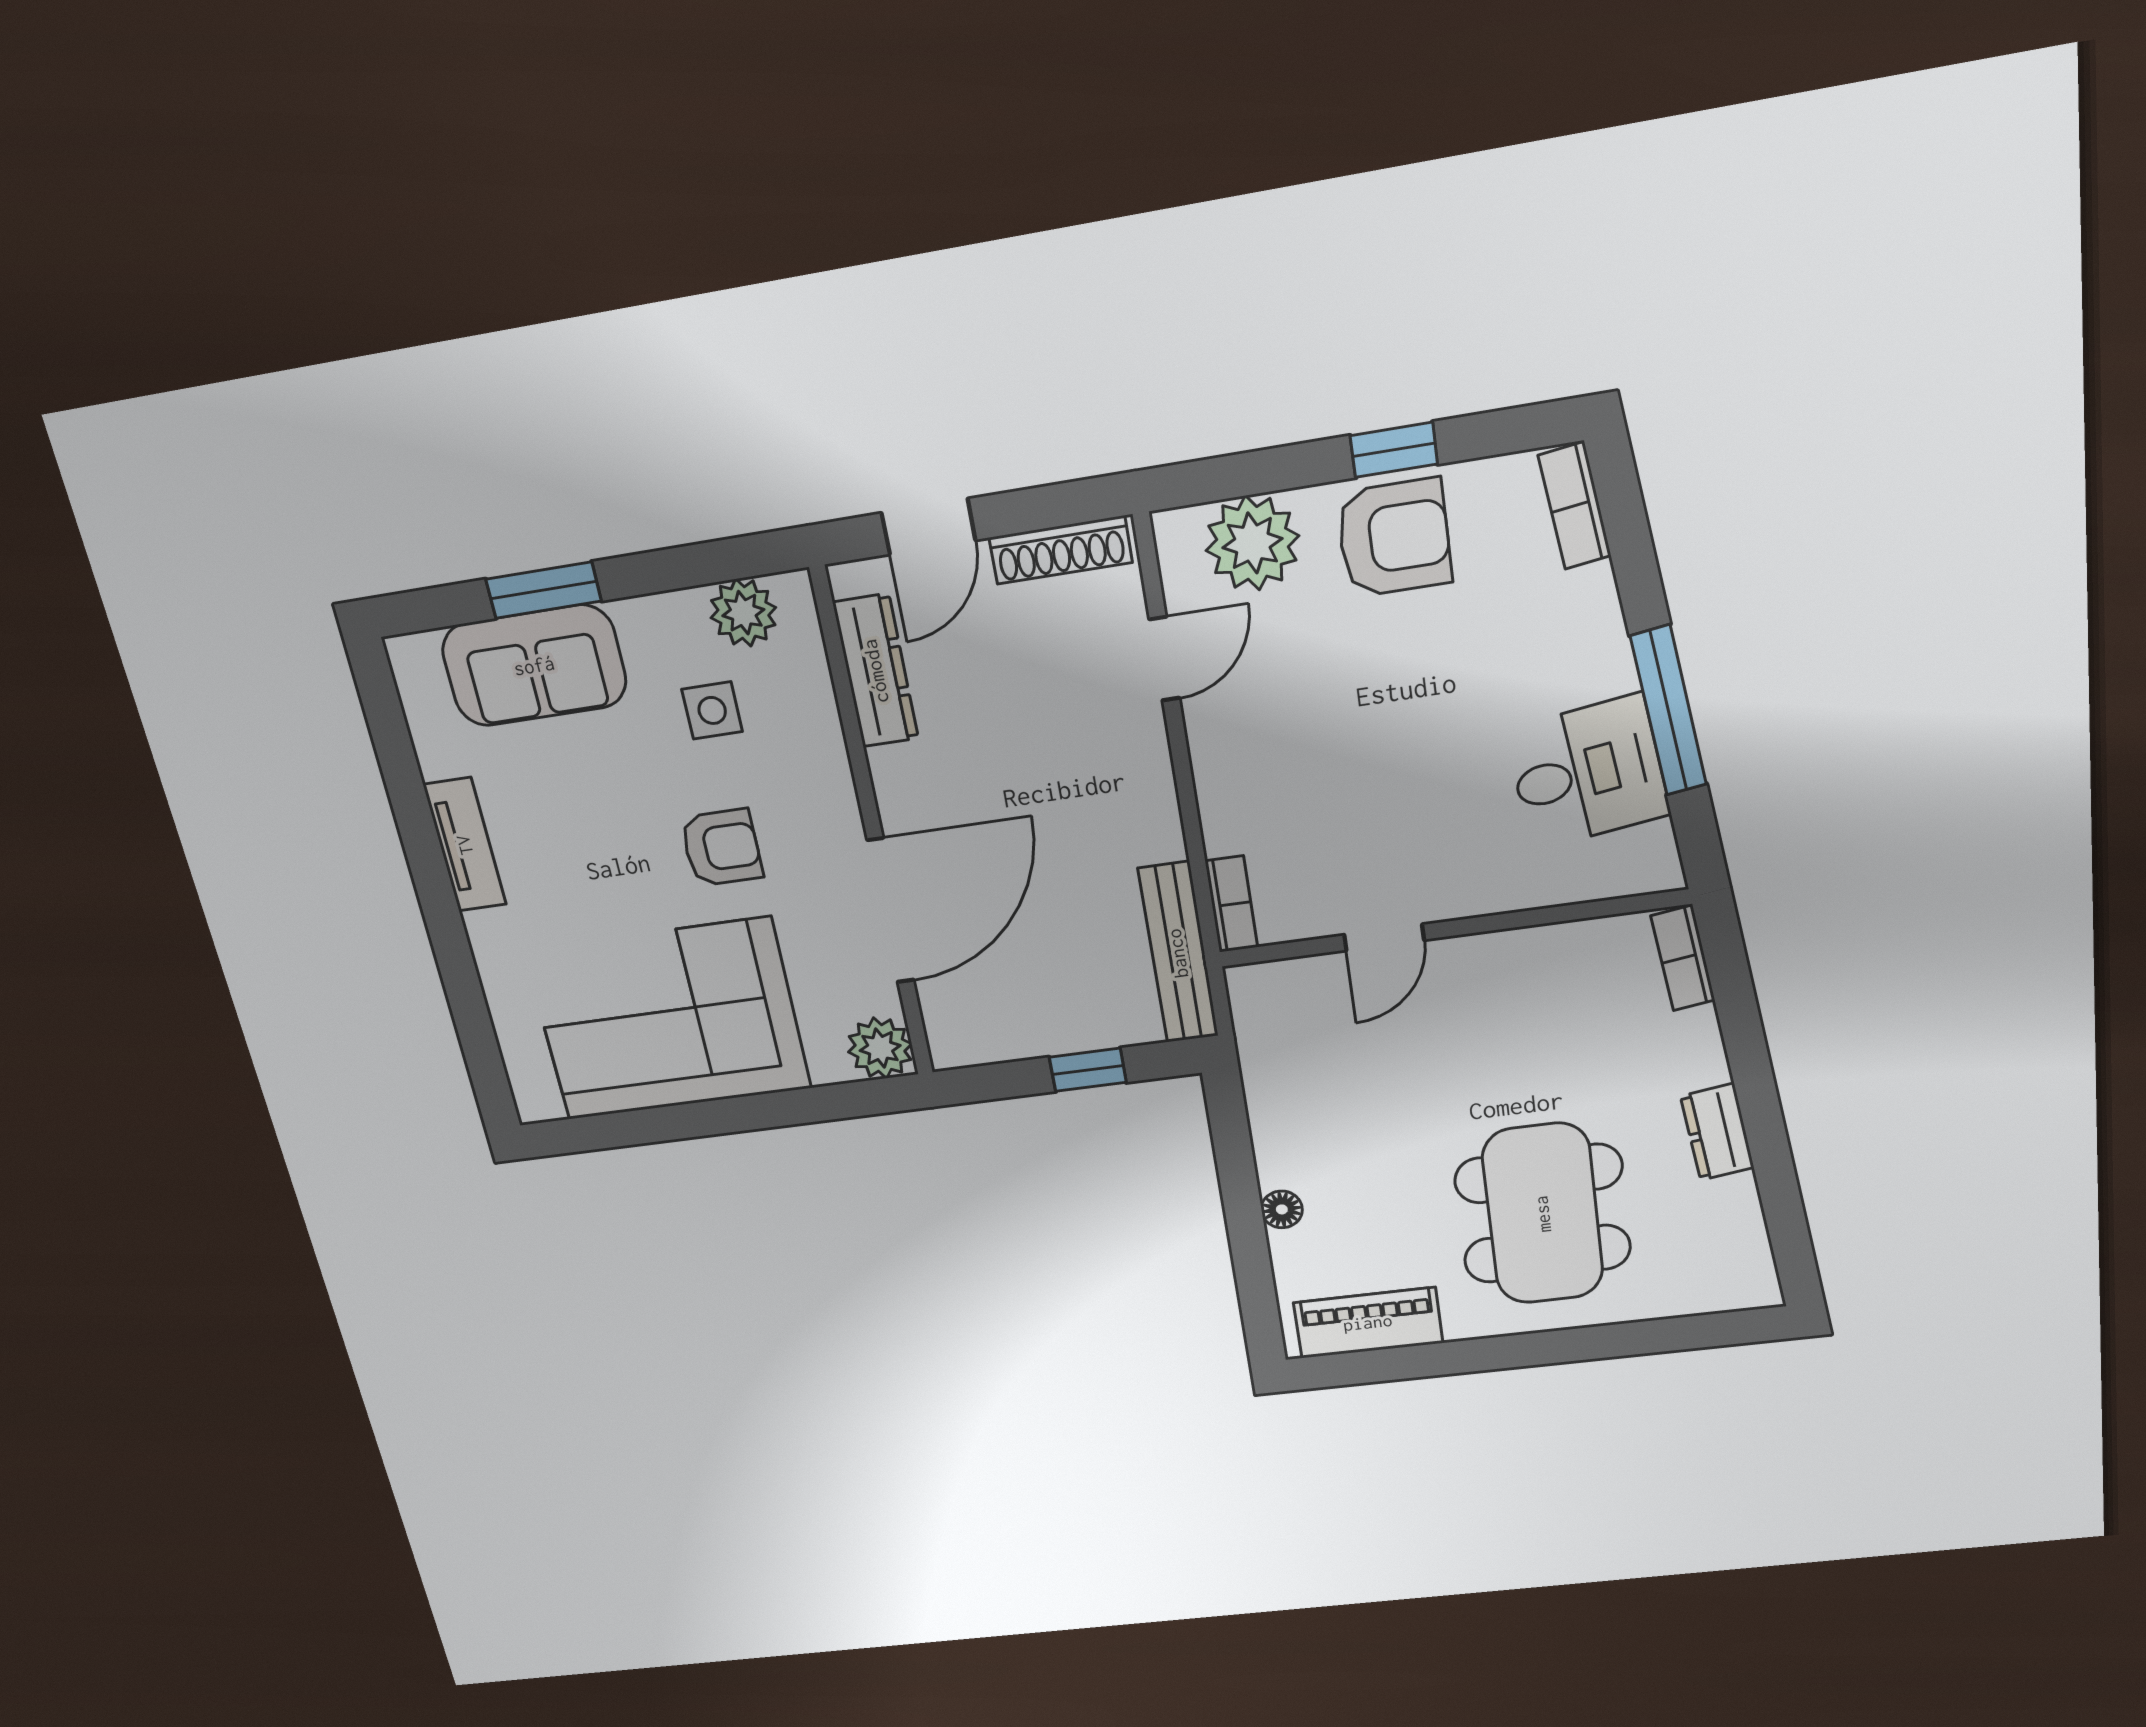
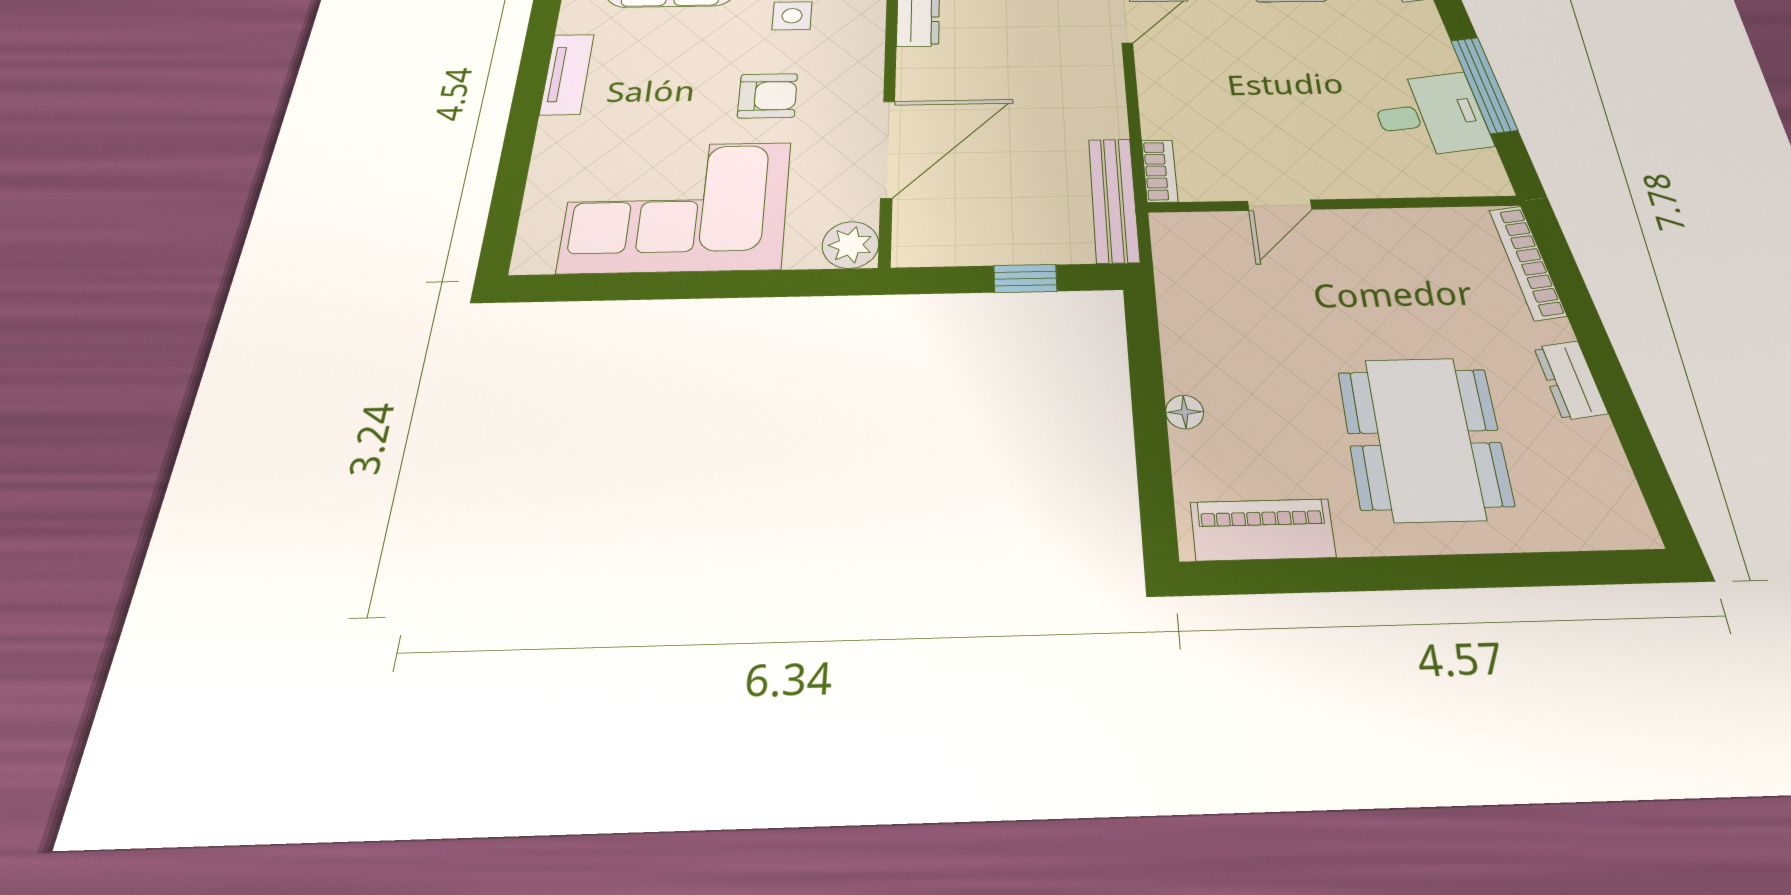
bookcase: (1683, 958) -> (1527, 262), width x1.56

